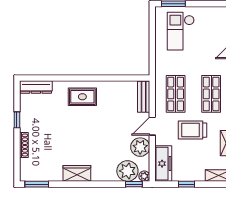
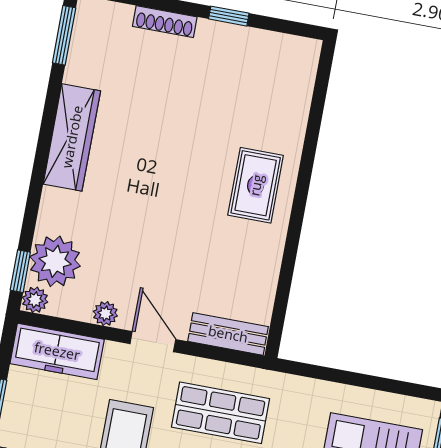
dresser: (36, 87) -> (300, 77), removed
plant: (140, 147) -> (105, 314), width x0.53, depth x0.53
wardrobe: (77, 173) -> (72, 137), width x1.50

